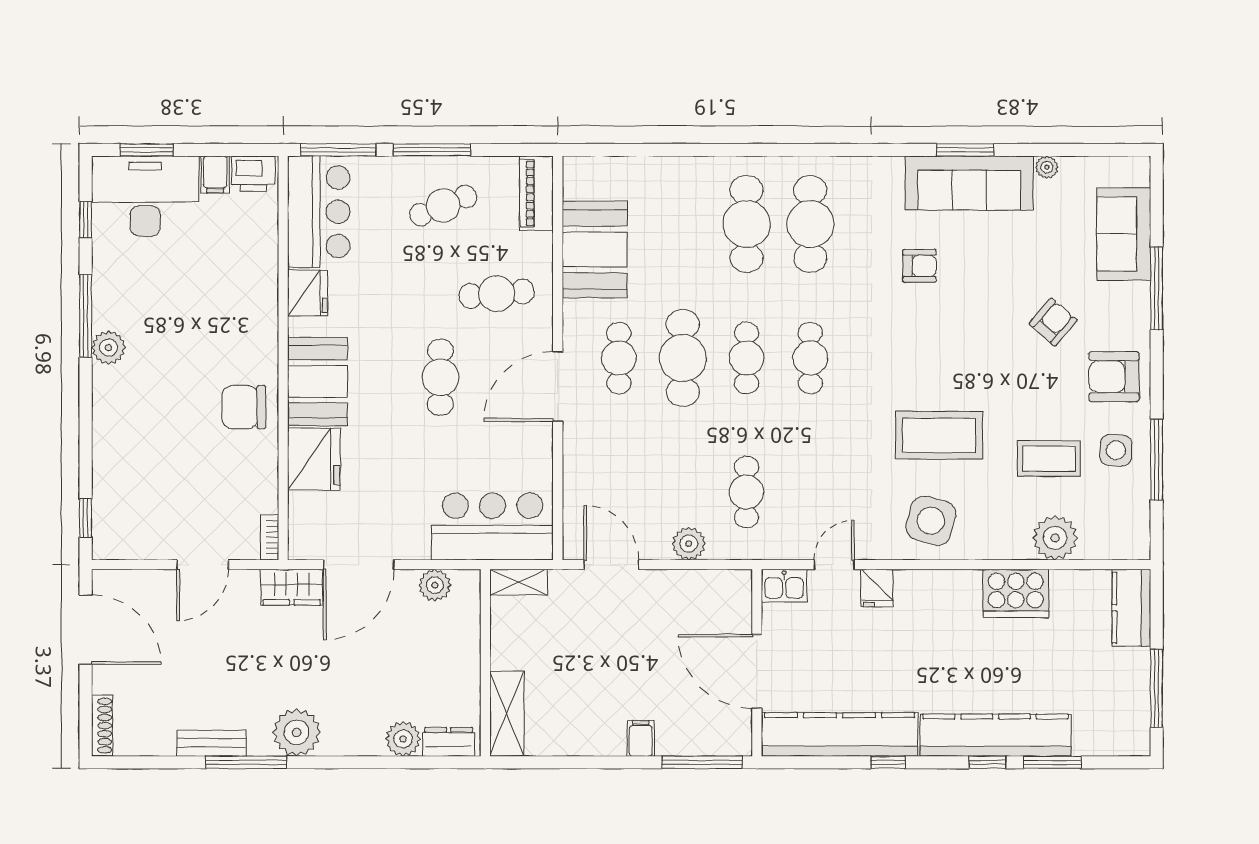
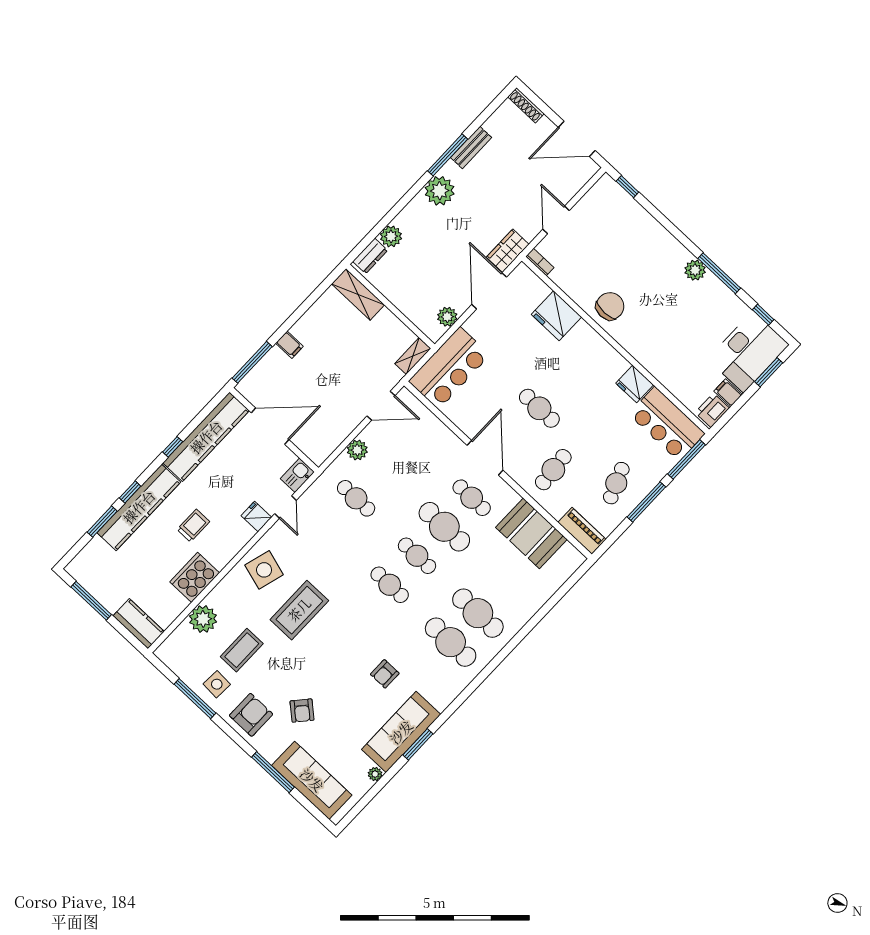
sofa: (1124, 234) -> (312, 780), width x1.36
booth: (317, 381) -> (590, 351), removed
trolley: (957, 652) -> (193, 526), added

